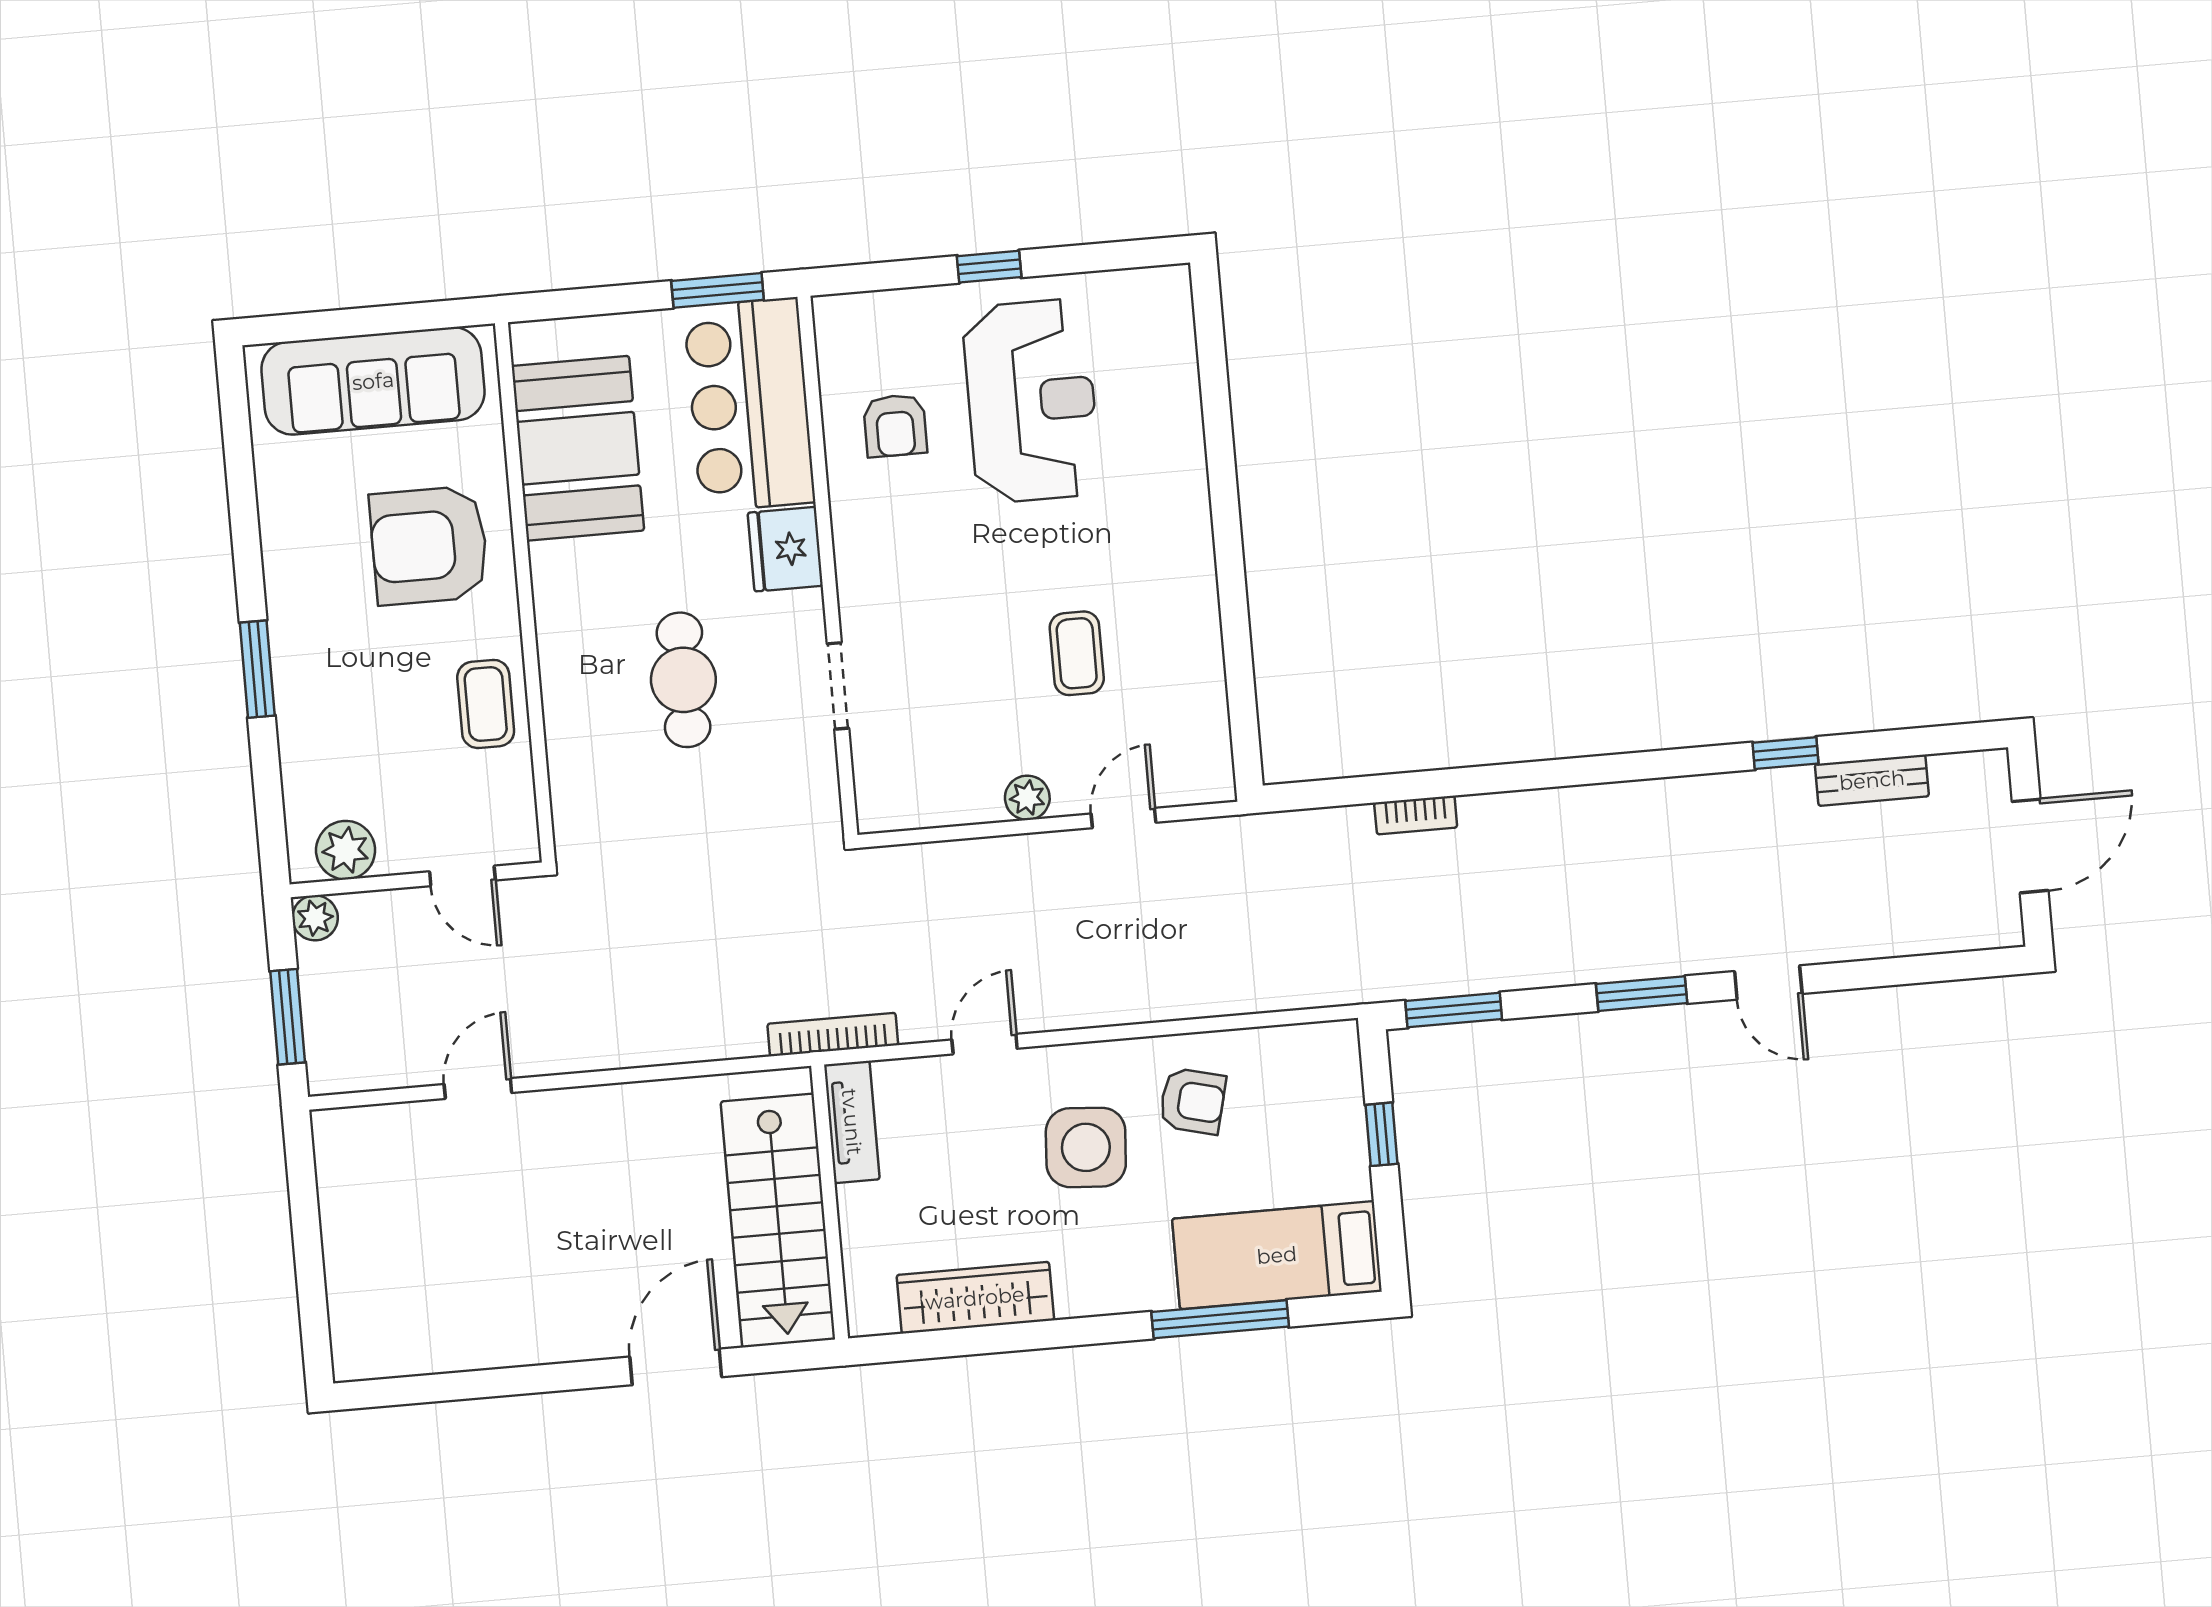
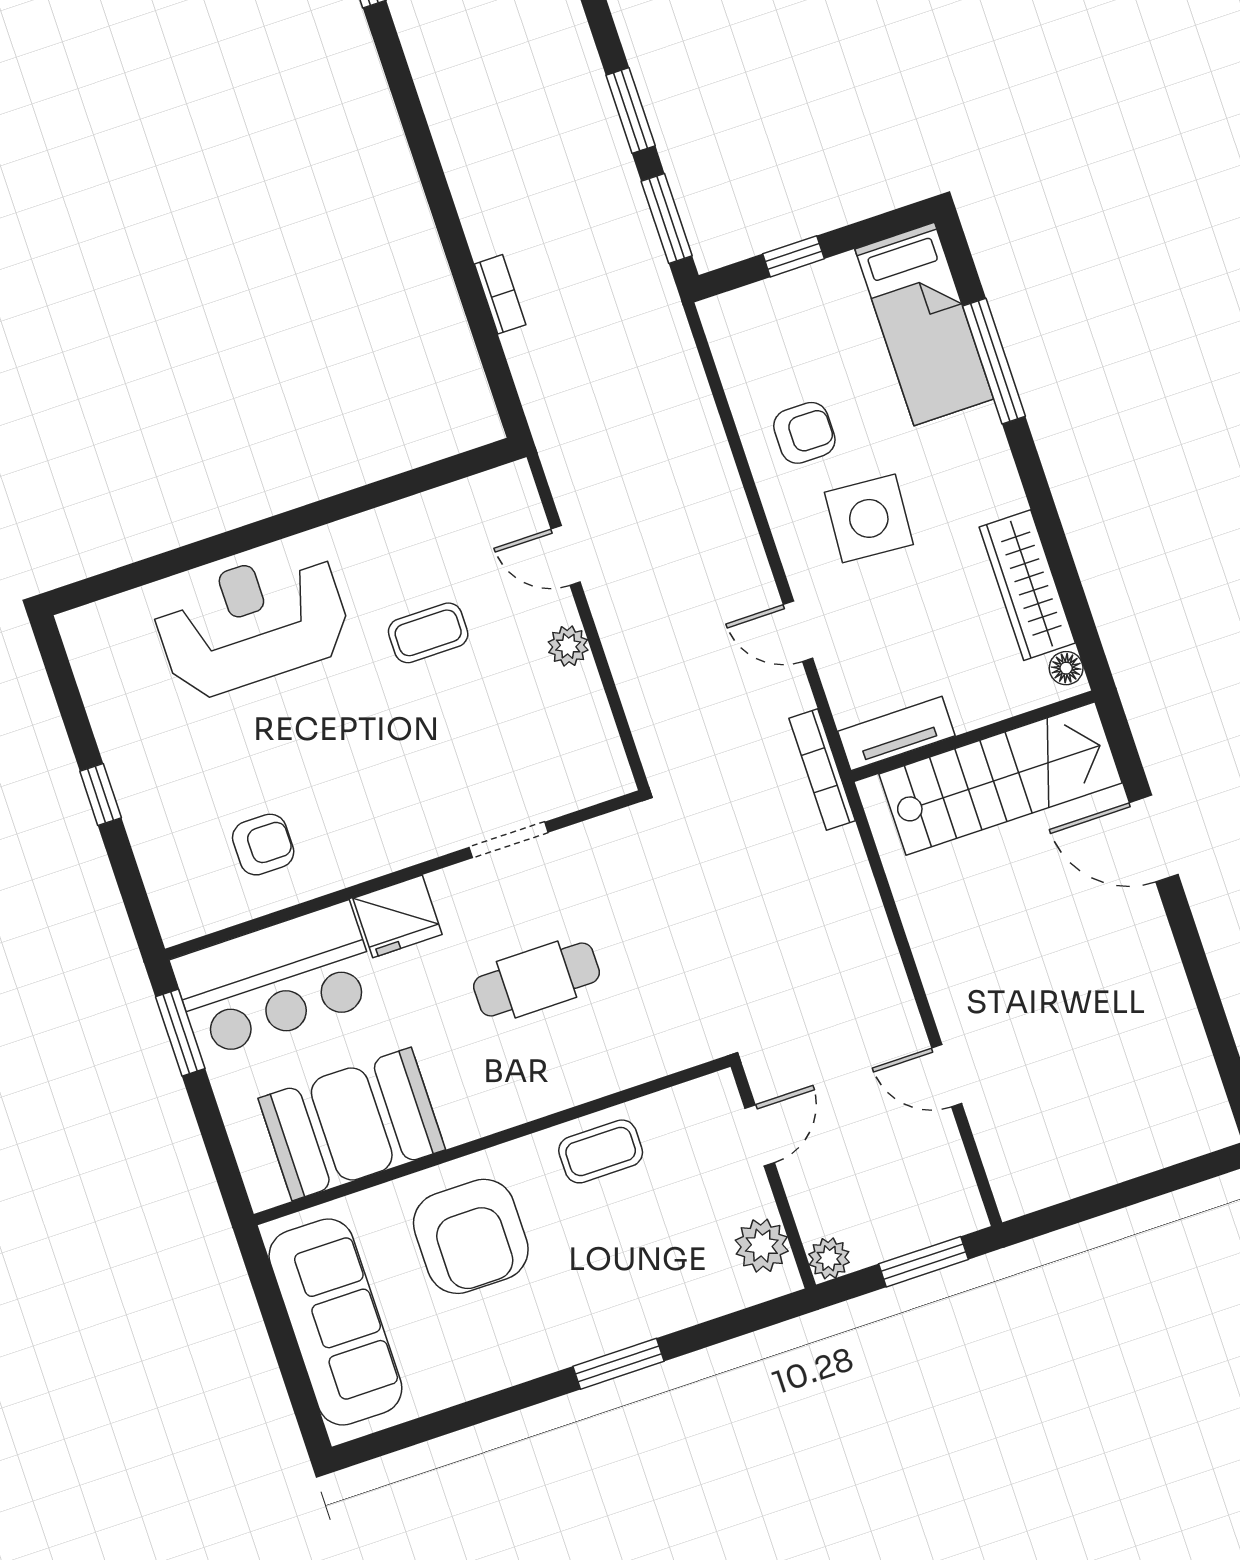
reception desk: (1031, 401) -> (252, 623), moved
window: (1642, 994) -> (631, 111), moved
armchair: (1192, 1101) -> (804, 433), turned 76
floor lamp: (878, 1318) -> (1066, 668), added

